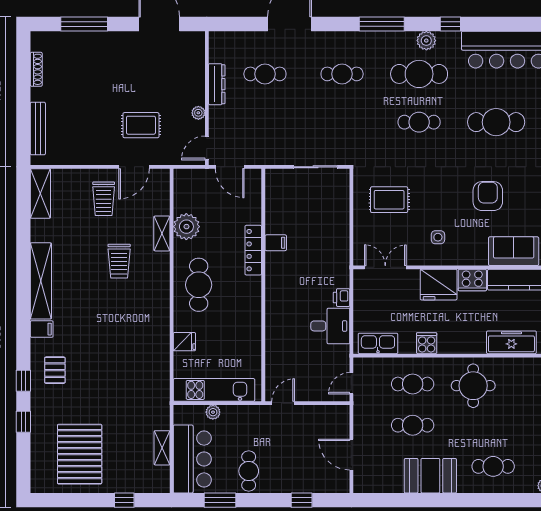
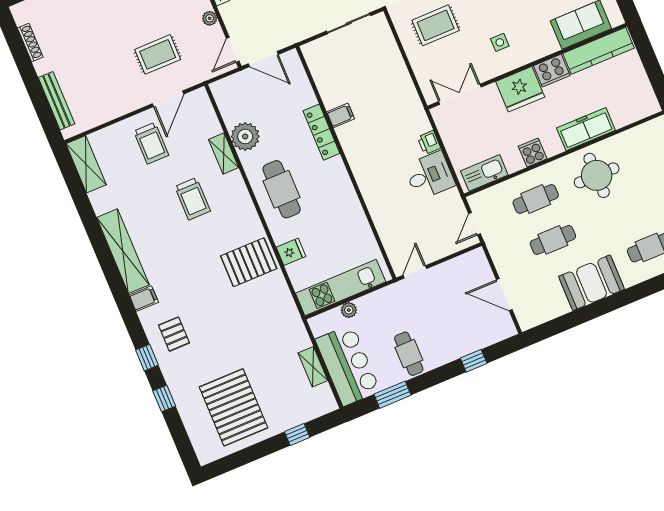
pallet: (144, 335) -> (249, 262), added
freezer: (511, 342) -> (586, 129), moved

